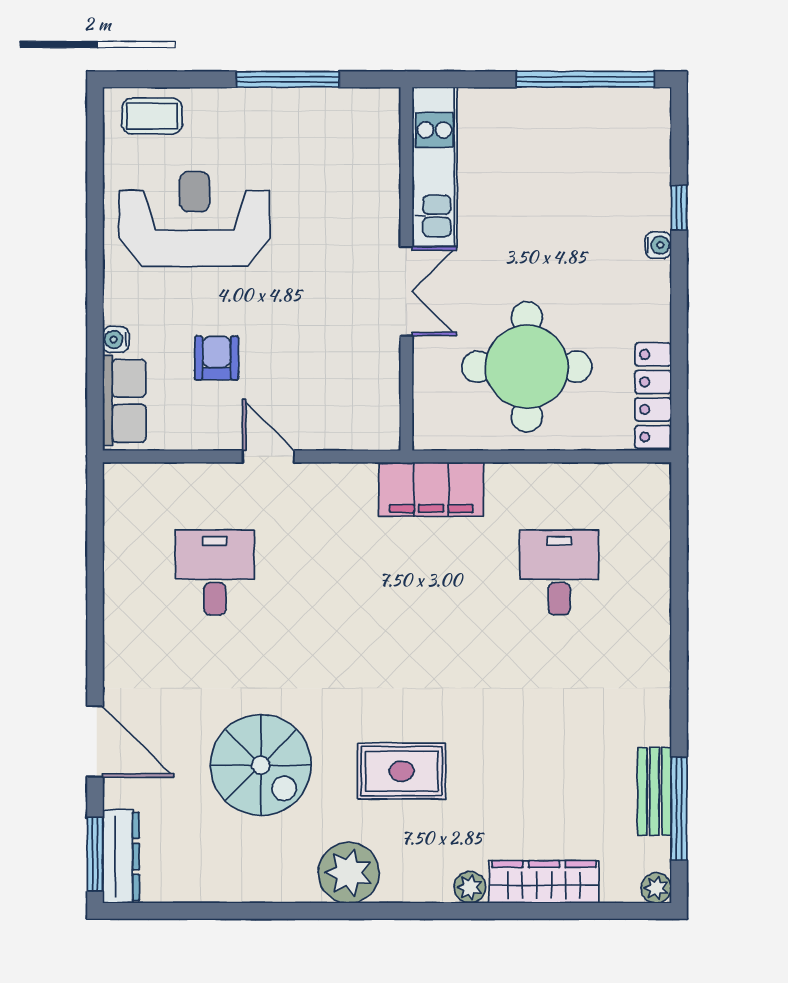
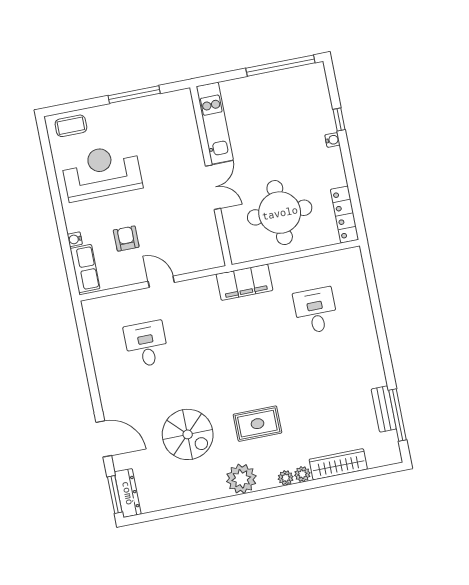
plant: (656, 888) -> (286, 478), moved

